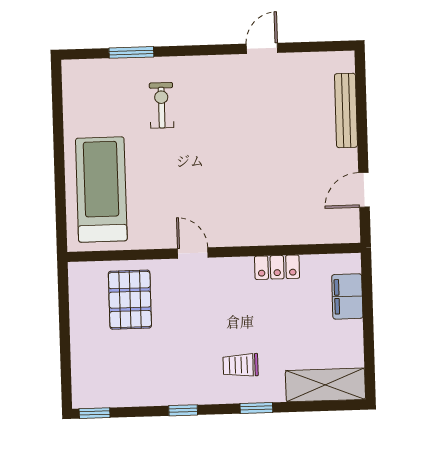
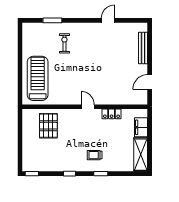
door: (193, 253) -> (88, 107), moved
shelving: (325, 385) -> (141, 155), moved, turned 90

